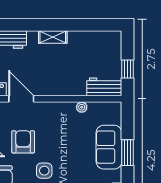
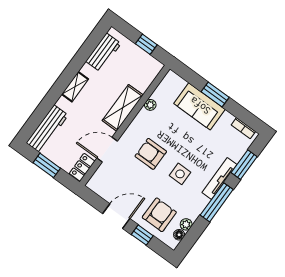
shelving: (64, 87) -> (123, 108), added
workbench: (104, 87) -> (103, 52), moved, turned 180
armchair: (23, 142) -> (151, 154), moved

